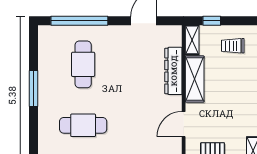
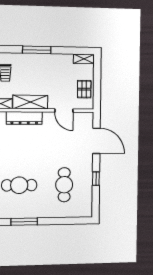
window: (33, 88) -> (24, 222), moved

